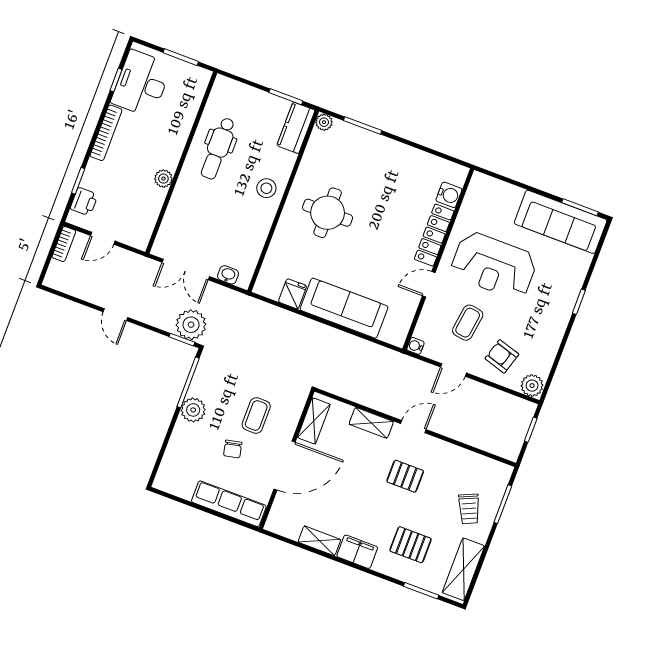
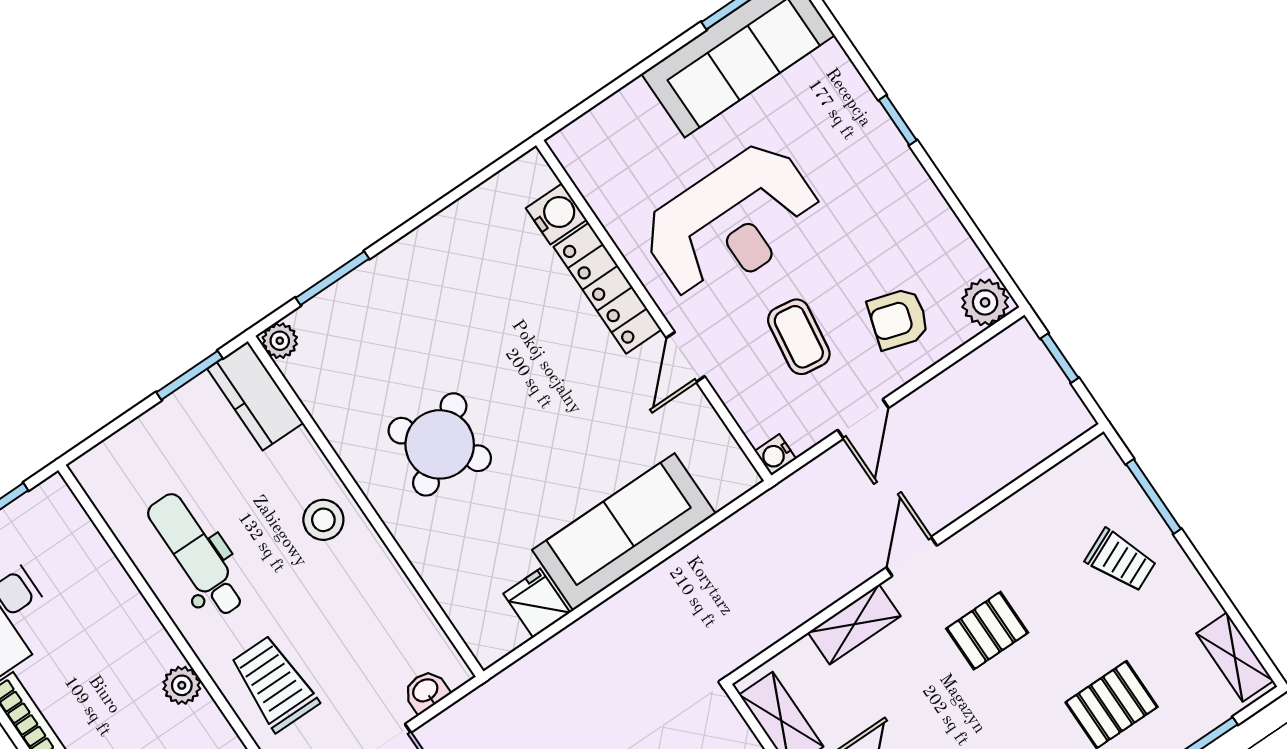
dental chair: (218, 148) -> (196, 555), turned 180
round table: (328, 213) -> (440, 444), turned -36
trolley: (189, 214) -> (274, 684), added
shelving: (463, 569) -> (1235, 657), width x0.67, depth x0.75

